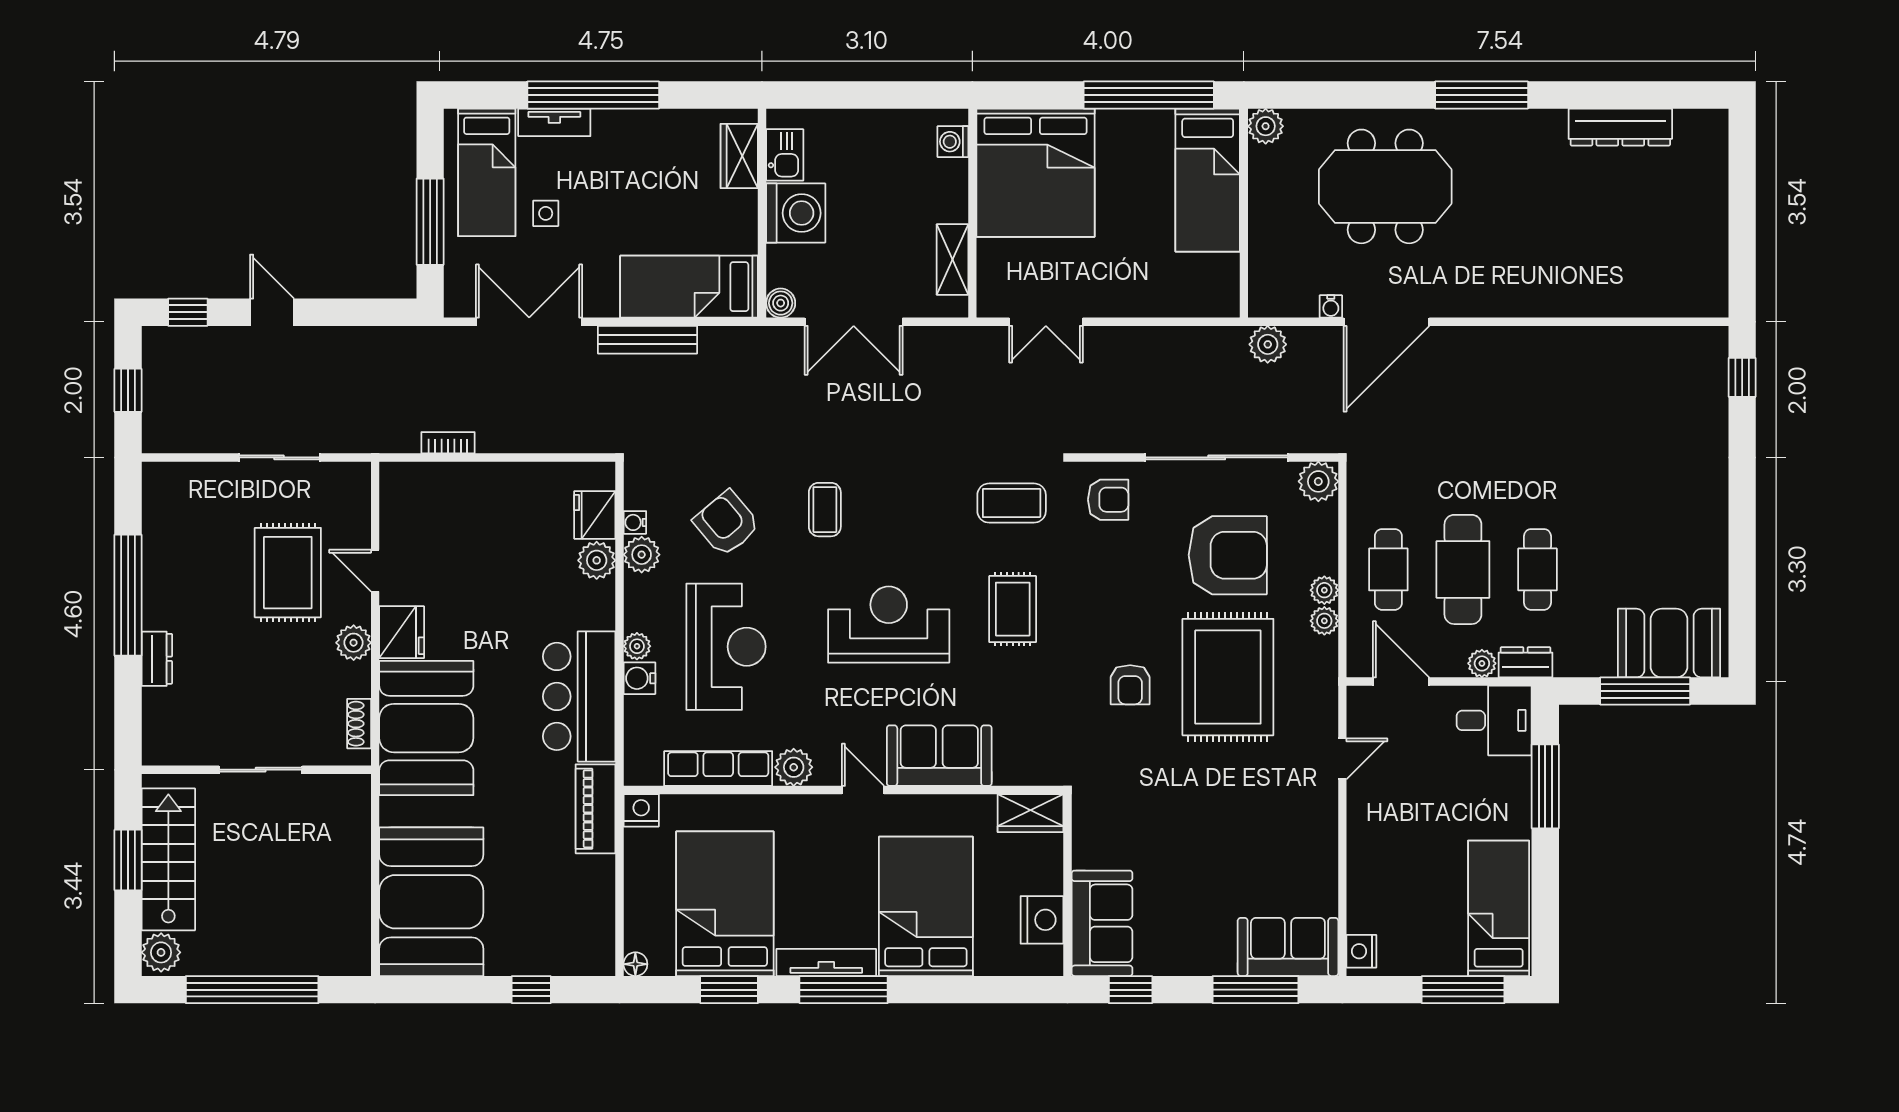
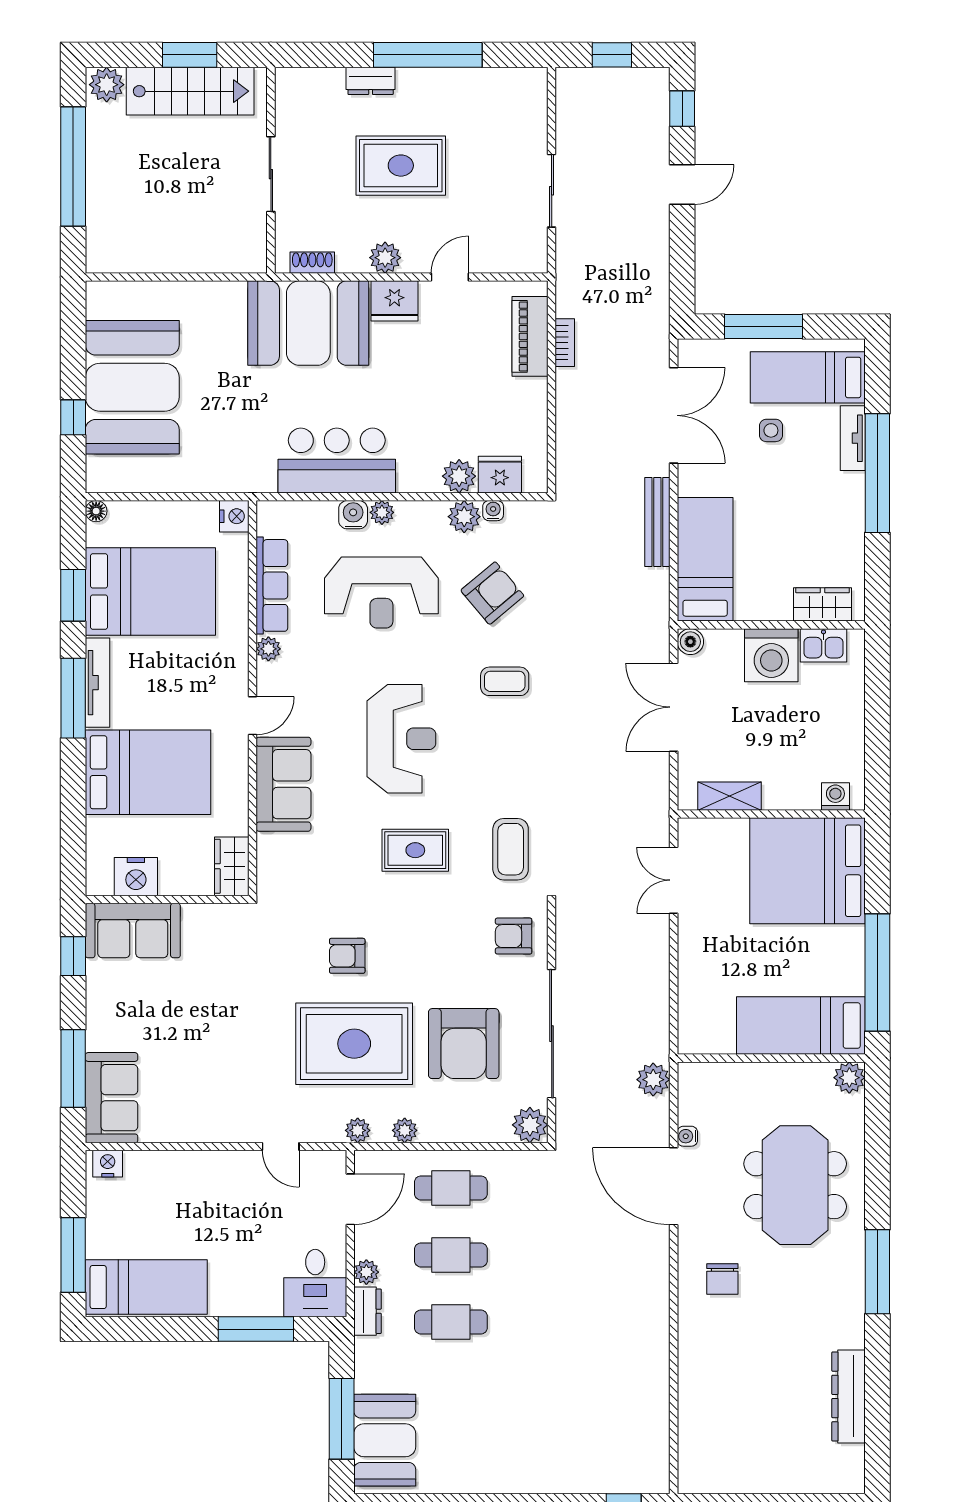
chair: (1490, 267) -> (722, 1279), added
armchair: (1108, 500) -> (514, 936), turned 90
cafe table: (1463, 569) -> (451, 1255), width x0.73, depth x0.74
rug: (288, 573) -> (401, 166), moved
plant: (1324, 590) -> (358, 1130), moved
plant: (794, 767) -> (268, 649), width x0.73, depth x0.73
piano: (595, 809) -> (530, 336), moved, turned -90
booth: (431, 902) -> (132, 387), moved, turned 90

